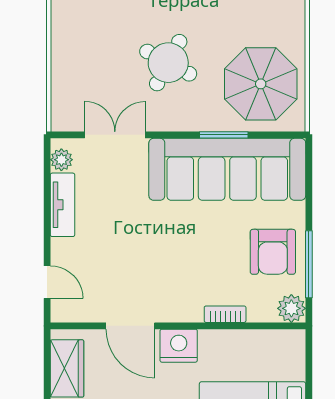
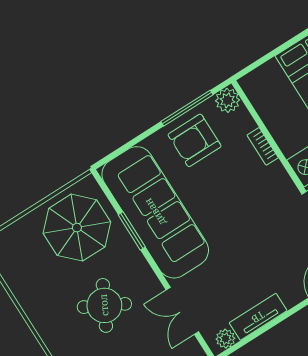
armchair: (273, 252) -> (195, 140), turned 180

